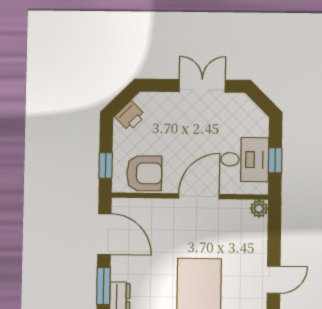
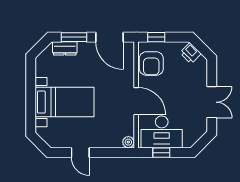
desk: (245, 159) -> (162, 132), width x1.37
door: (104, 234) -> (109, 37), hinge flipped

